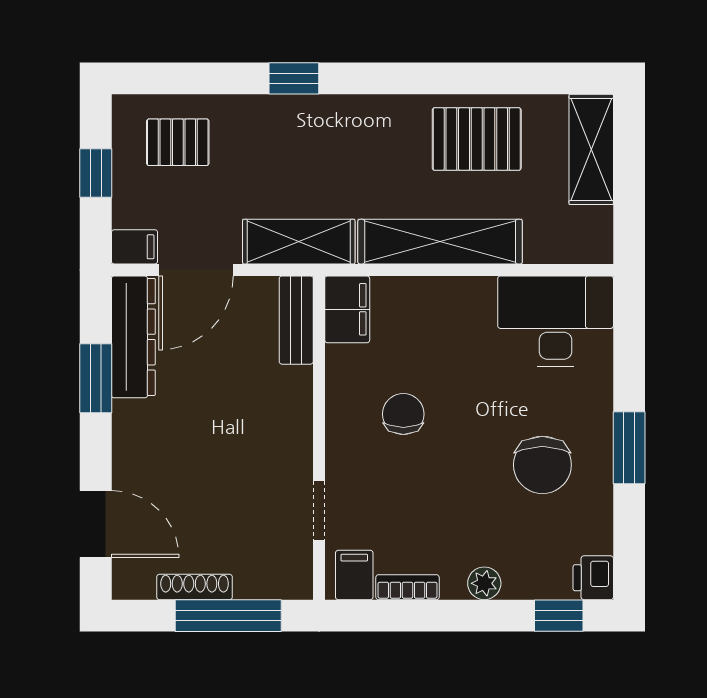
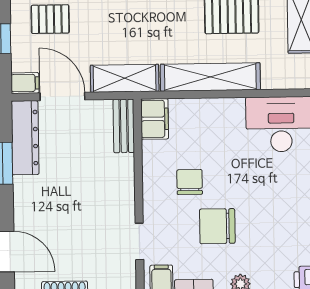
door: (196, 270) -> (62, 96), swing flipped
chair: (542, 465) -> (217, 226), moved, turned 90

